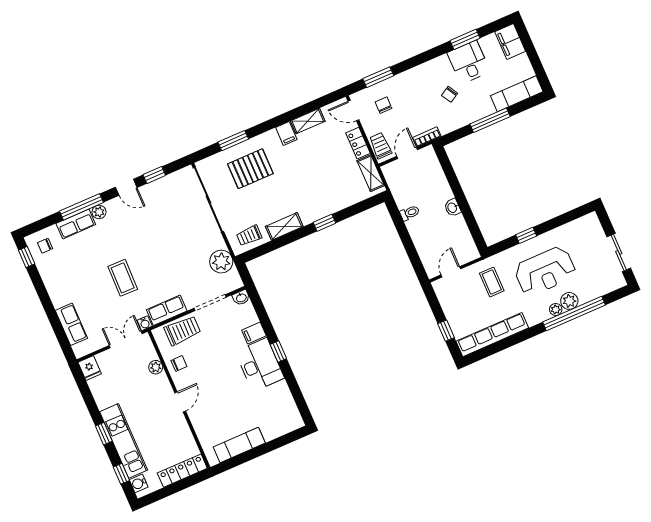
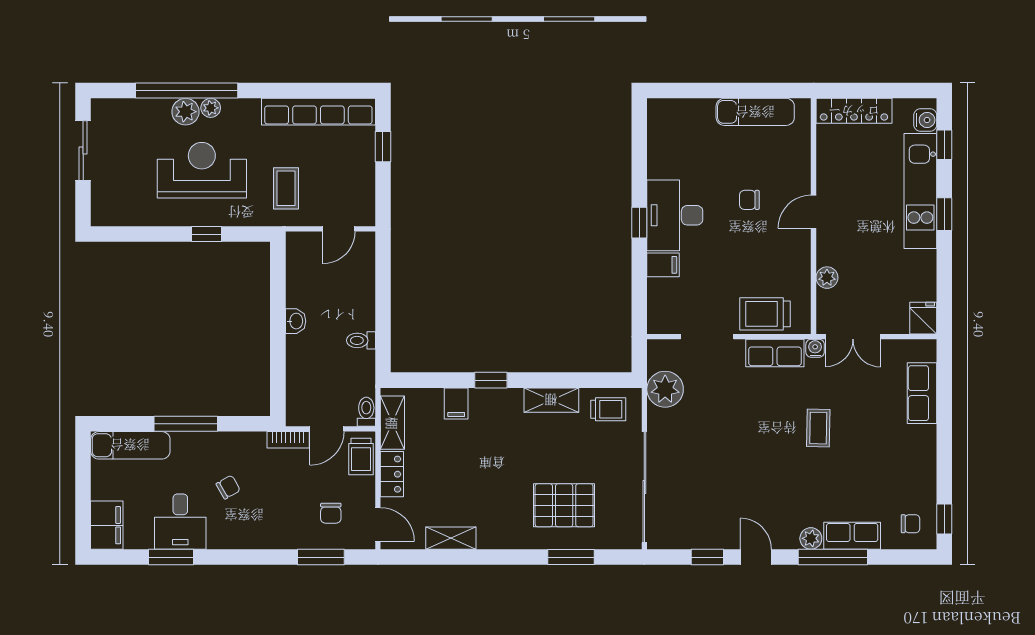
filing cabinet: (286, 133) -> (456, 404), moved, turned 180
toilet: (389, 173) -> (366, 412), added
coffee table: (123, 278) -> (818, 428), width x0.73, depth x0.77
washbasin: (241, 298) -> (659, 324), removed
chair: (179, 363) -> (749, 200), moved

